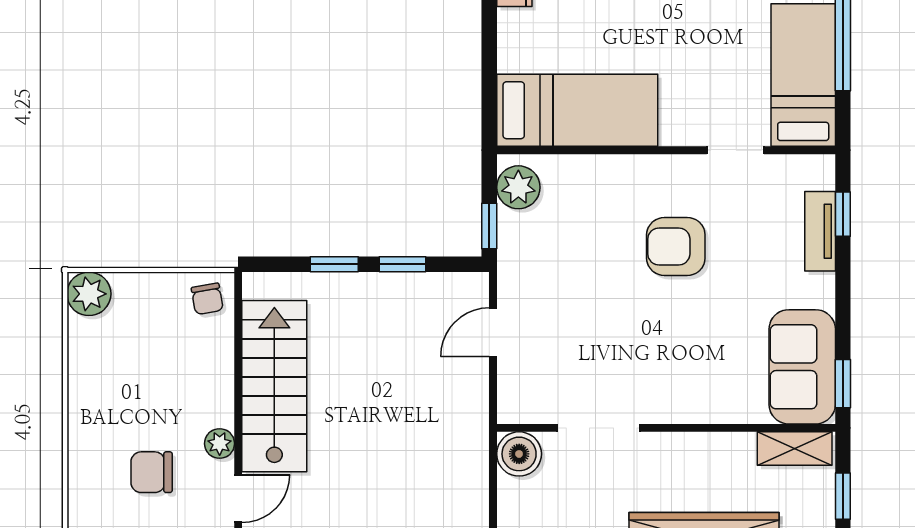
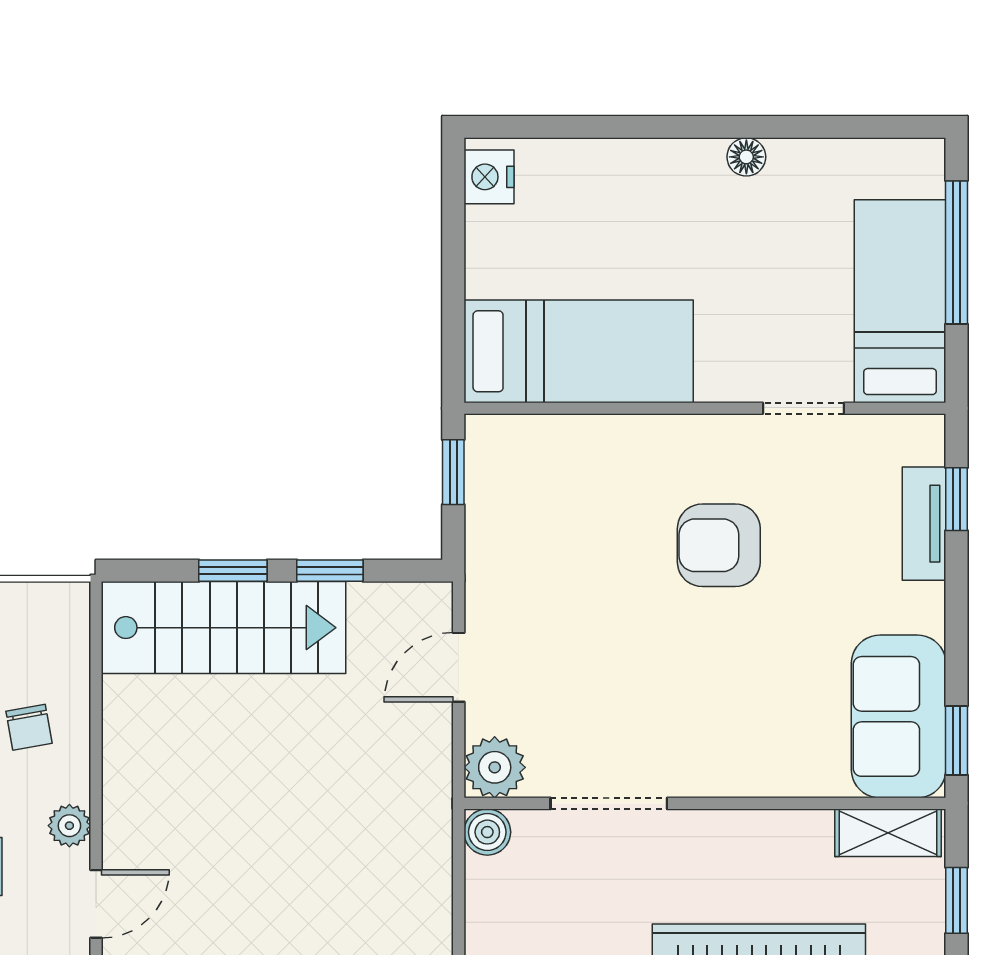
plant: (518, 187) -> (495, 767), moved
window: (489, 226) -> (453, 472), moved
chair: (207, 299) -> (29, 727), moved
stairs: (274, 386) -> (223, 628), moved, turned 90
boiler: (519, 454) -> (487, 832), width x0.73, depth x0.73

